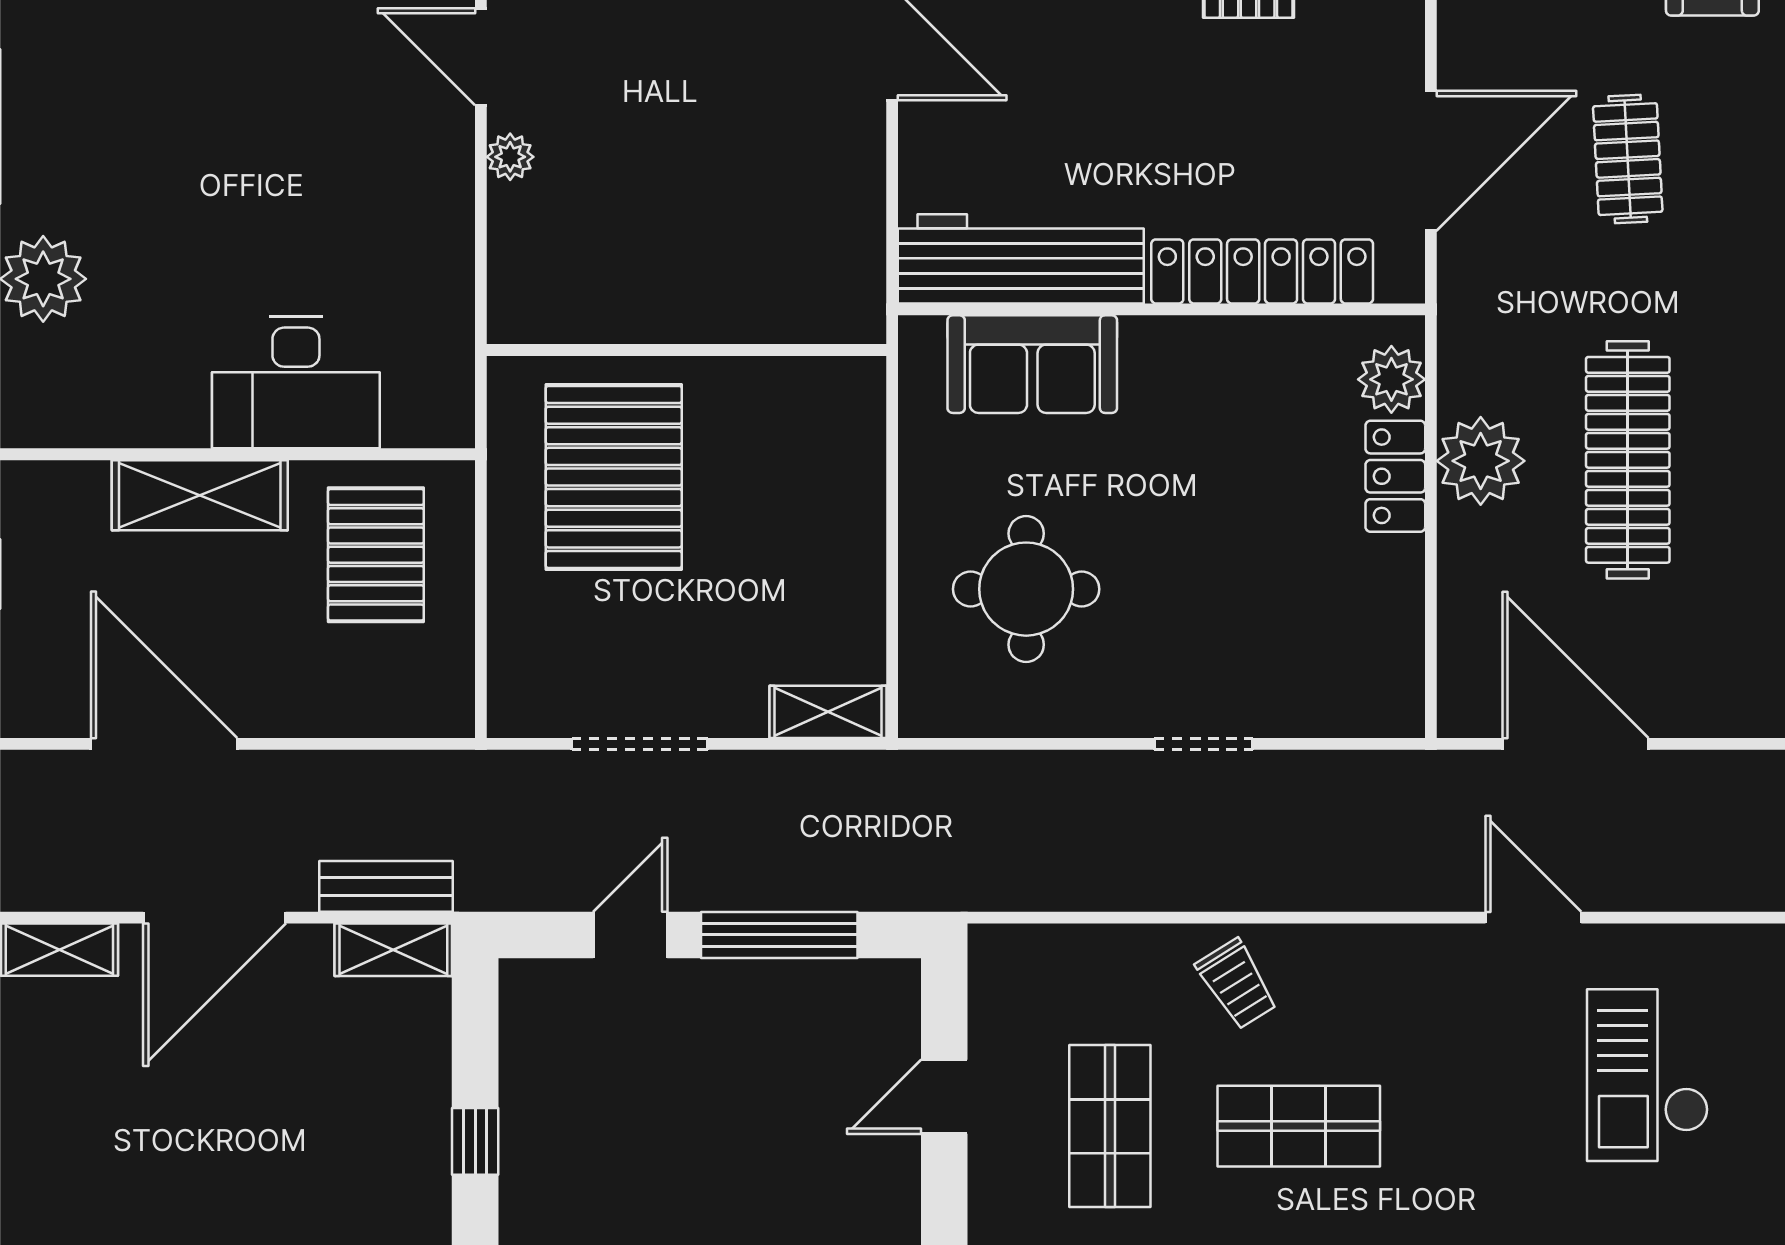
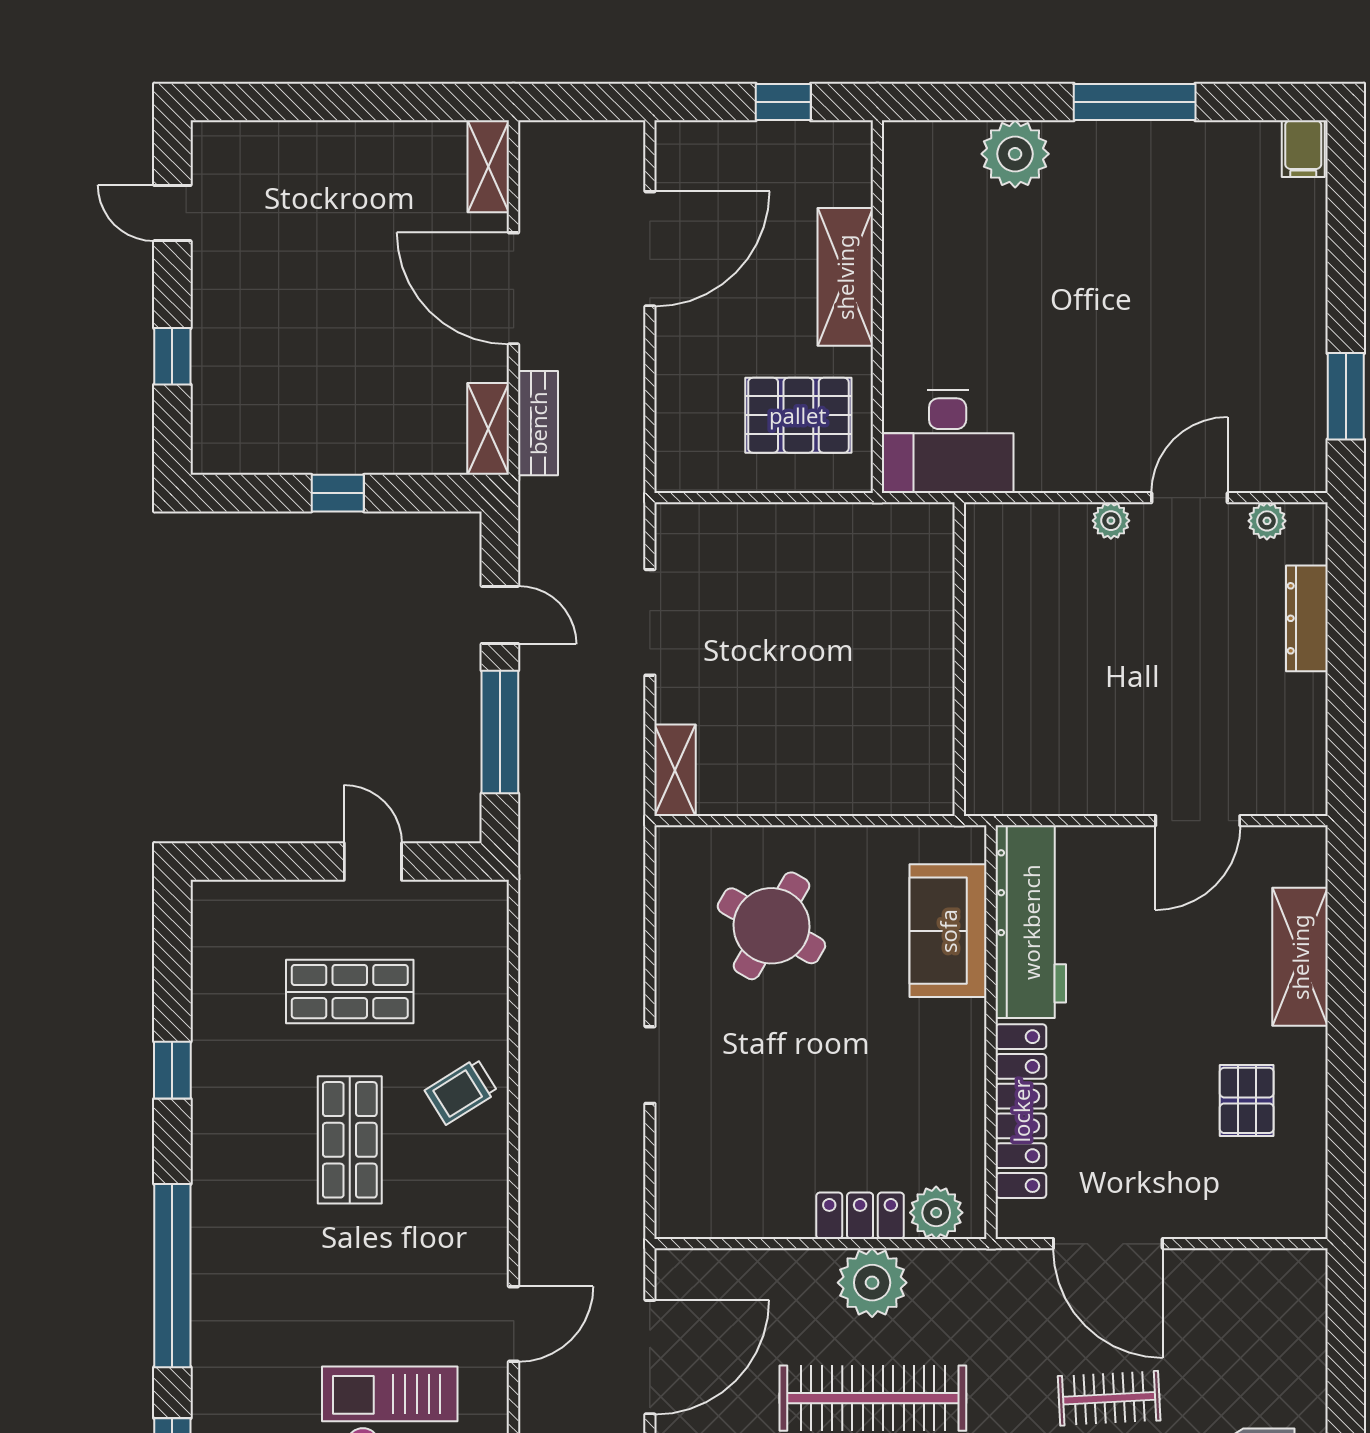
desk: (296, 383) -> (948, 442), moved, turned -90
pallet: (614, 477) -> (859, 602), removed
round table: (1026, 589) -> (771, 926), turned 30

